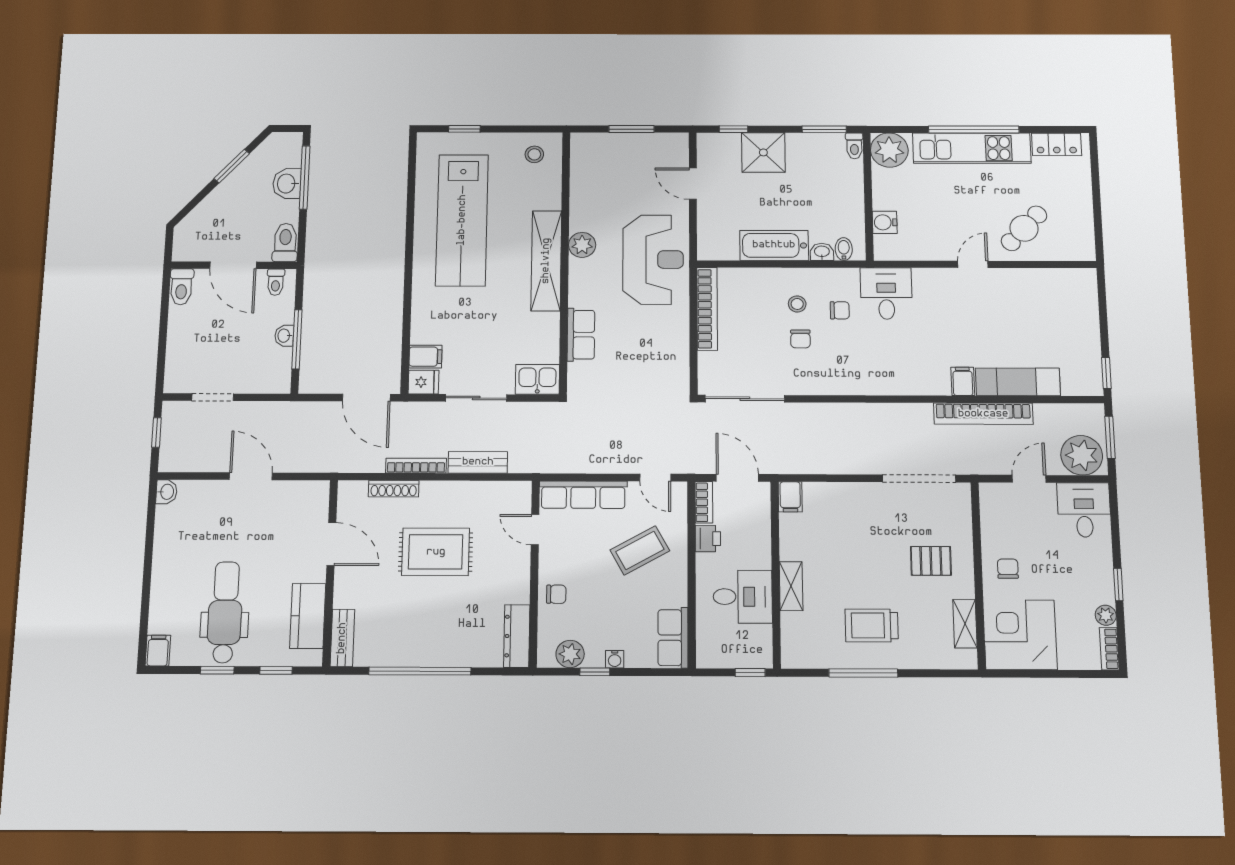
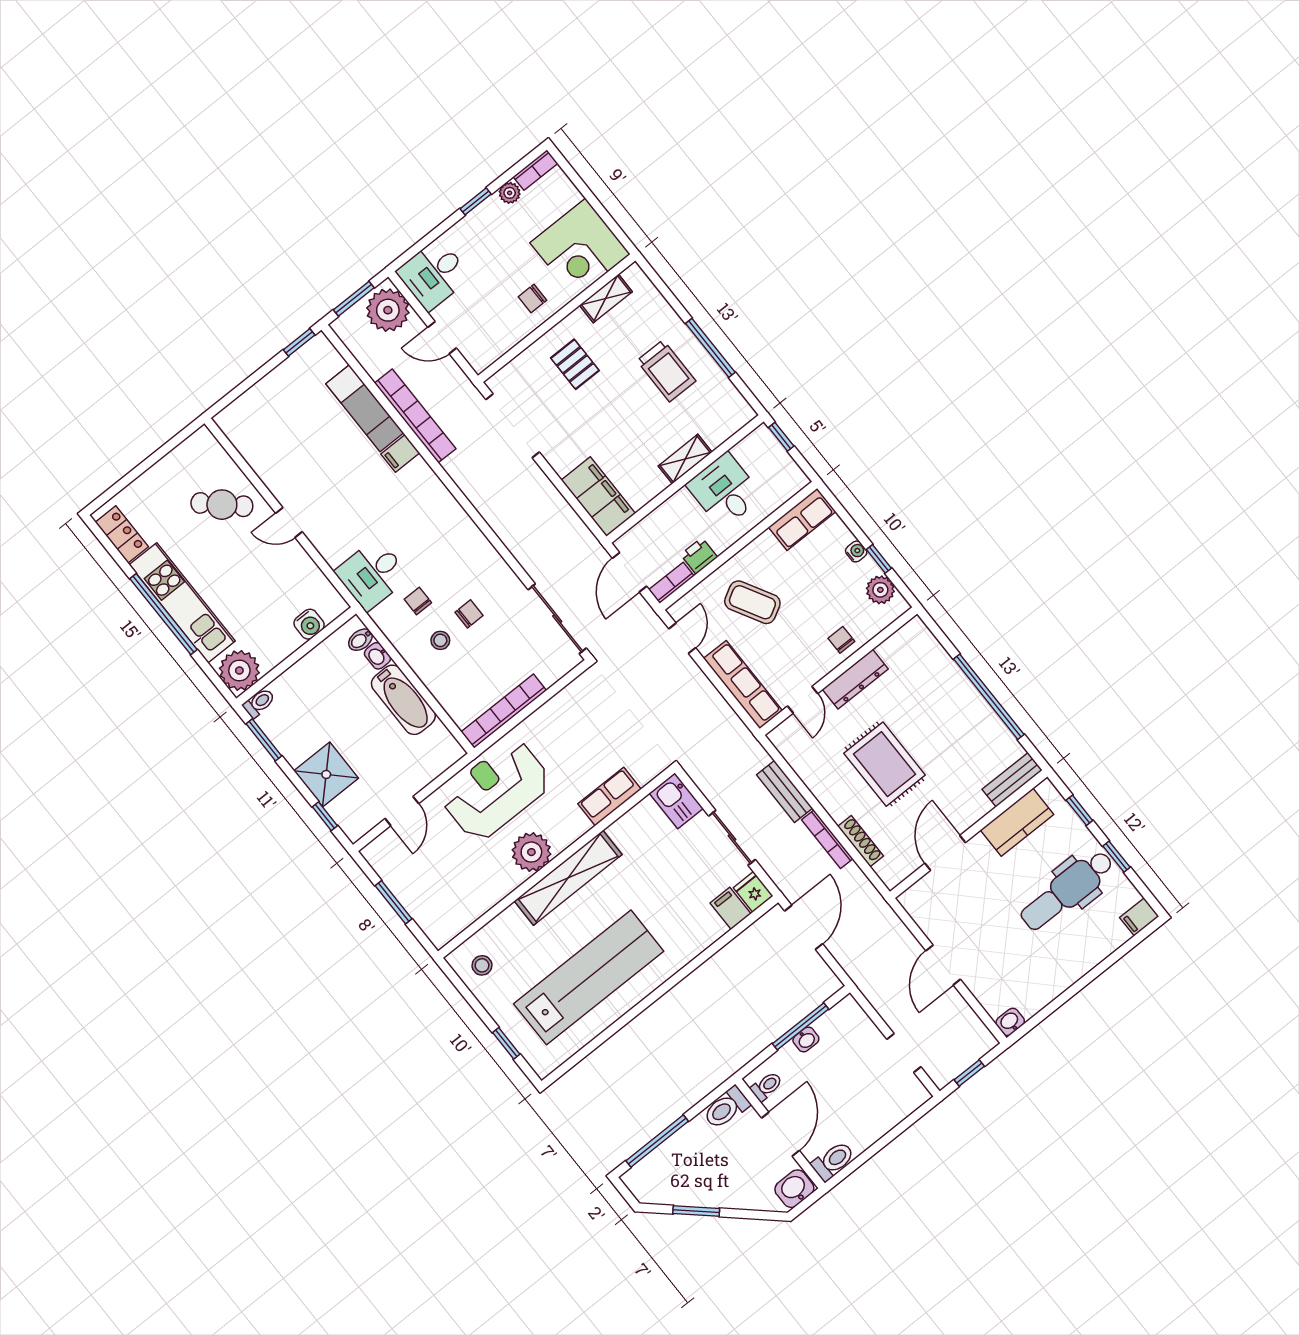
washbasin: (287, 184) -> (794, 1189), moved, turned 180
plant: (582, 245) -> (531, 852), width x1.36, depth x1.36
filing cabinet: (790, 497) -> (598, 497), width x3.00, depth x1.17
dresser: (517, 636) -> (855, 679), moved

